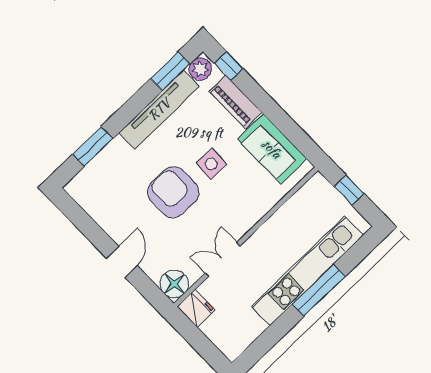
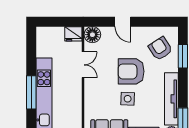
armchair: (110, 183) -> (160, 49), added
armchair: (173, 192) -> (131, 71), turned 180

